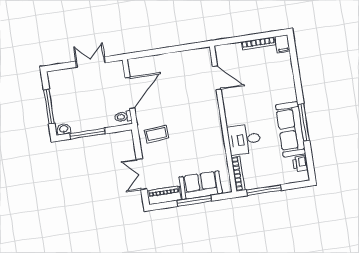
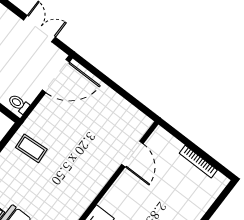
filing cabinet: (283, 44) -> (218, 184), removed
door: (130, 93) -> (56, 76), moved

